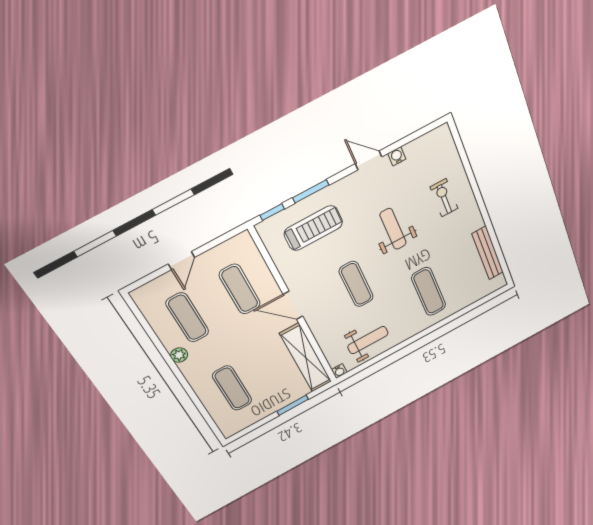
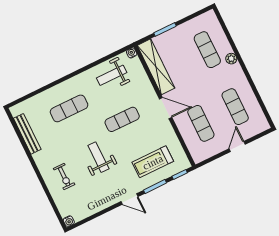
water cooler: (397, 156) -> (69, 221), moved
door: (369, 160) -> (129, 199), moved
weight bench: (393, 229) -> (98, 157), turned 180
exercise mat: (356, 284) -> (122, 119), turned 90
exercise mat: (429, 292) -> (69, 108), turned 90
plant: (179, 355) -> (231, 59), moved

